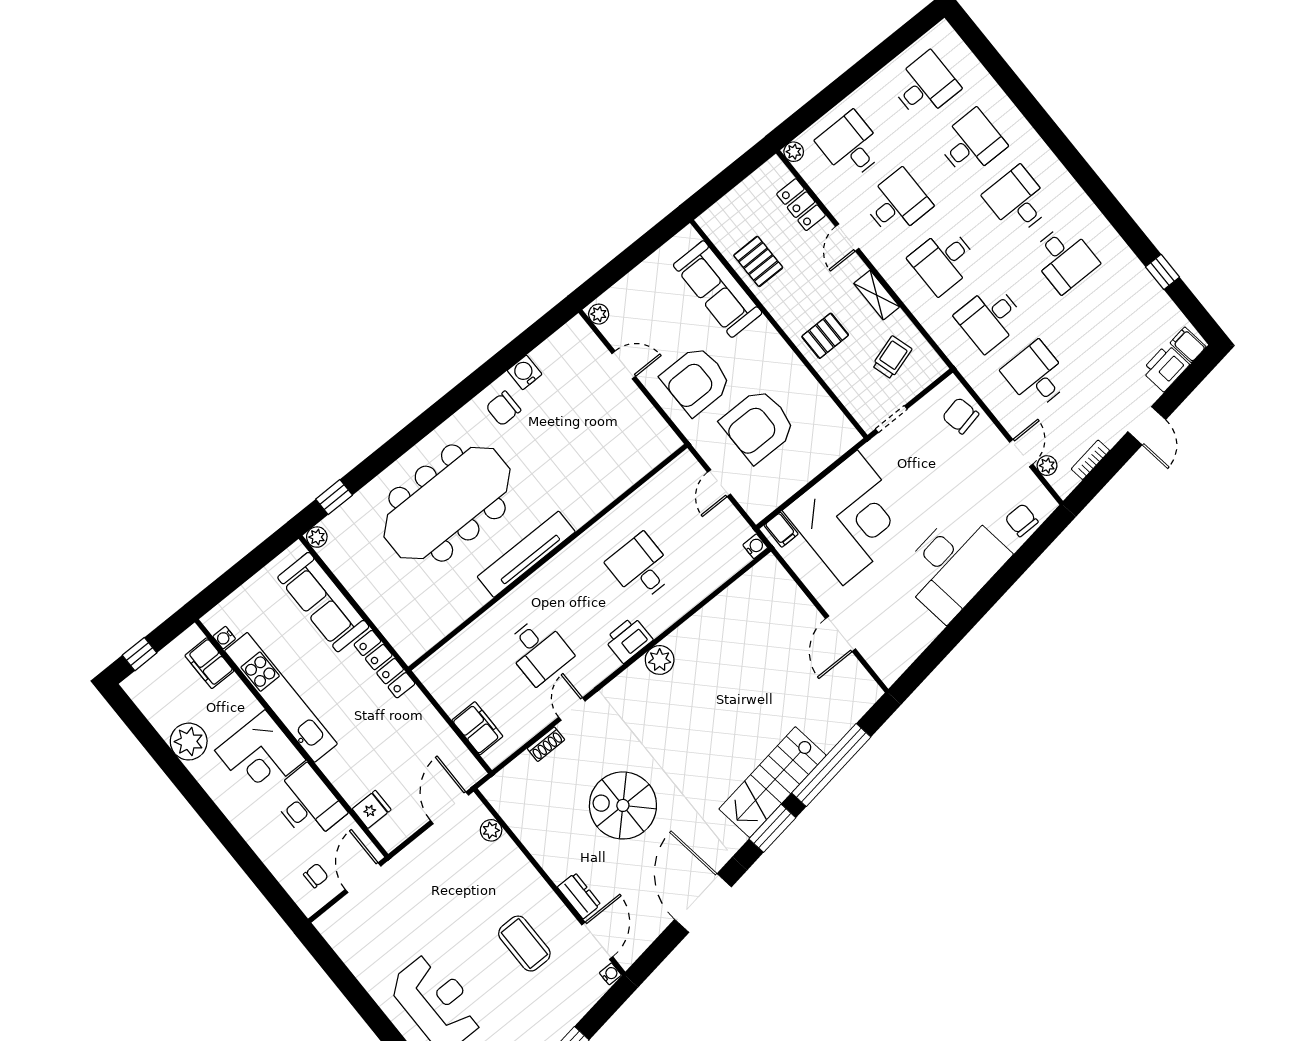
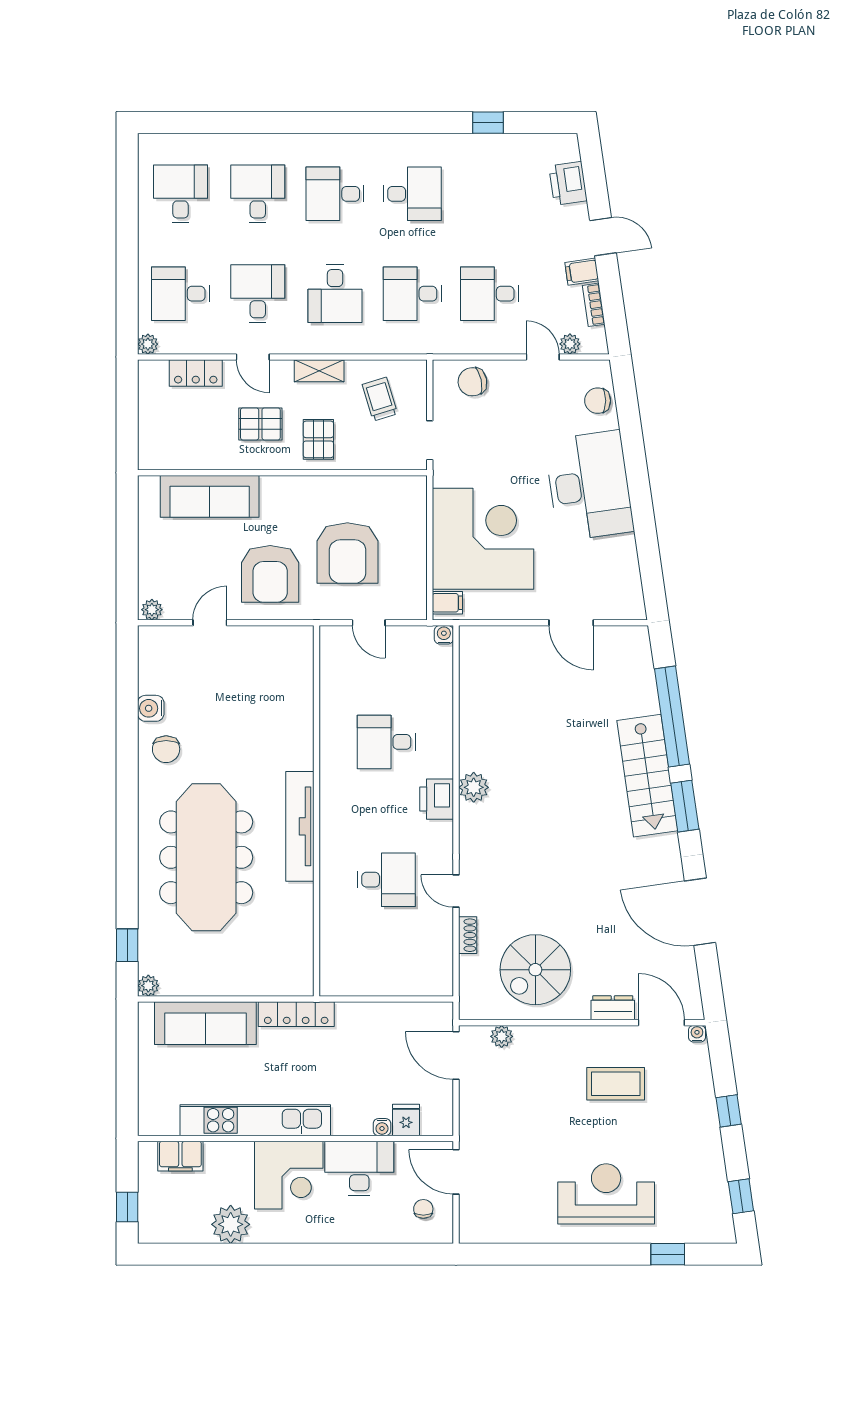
pallet: (758, 261) -> (260, 424), moved
desk: (990, 318) -> (412, 294), turned 90
filing cabinet: (1188, 345) -> (582, 272), moved
water cooler: (224, 638) -> (382, 1127), moved
filing cabinet: (477, 728) -> (409, 981), removed
spiral stairs: (623, 805) -> (535, 970), moved

